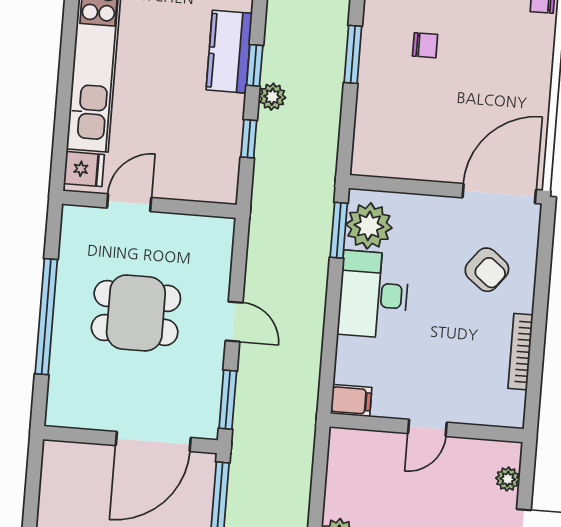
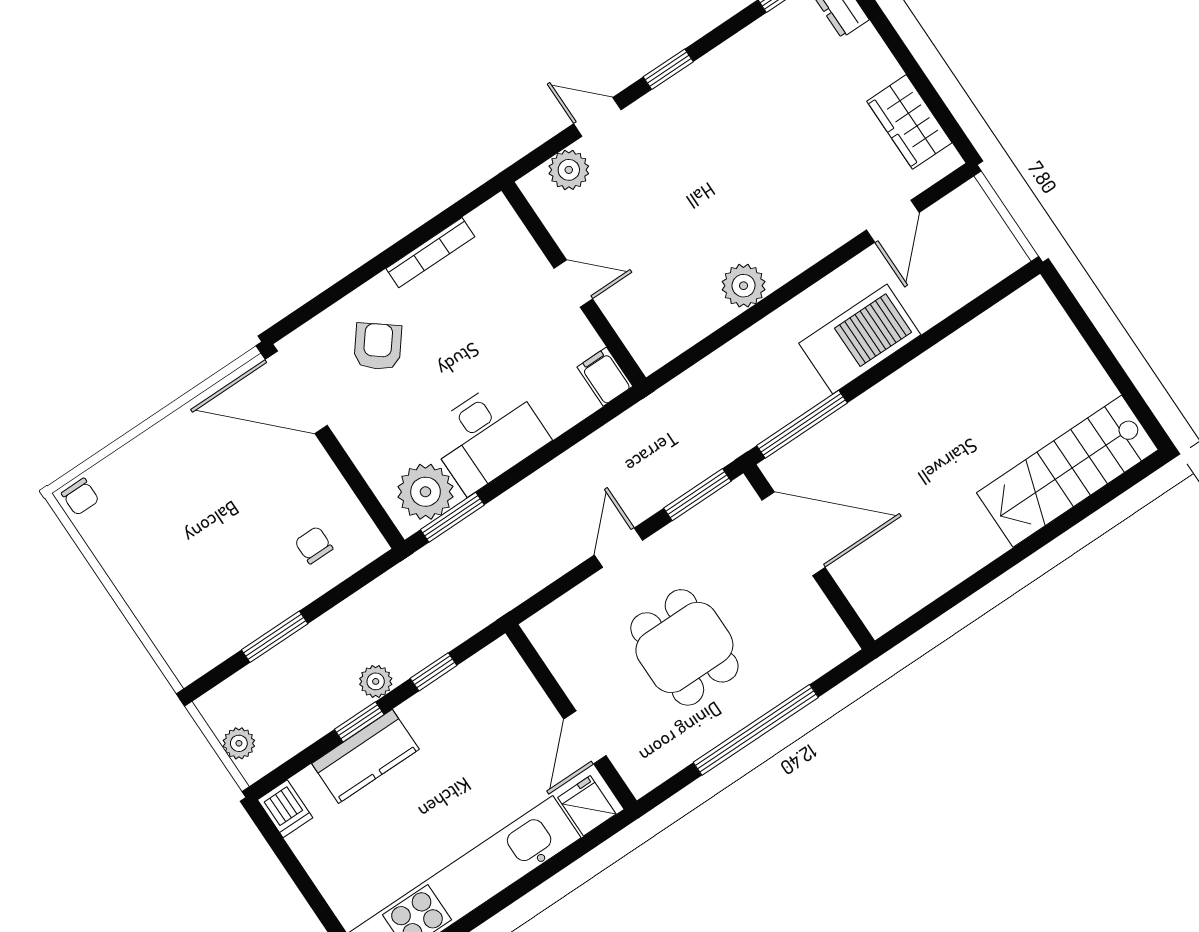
chair: (425, 45) -> (314, 545), moved
door: (129, 203) -> (585, 737), hinge flipped
plant: (508, 479) -> (569, 170), width x1.38, depth x1.38

